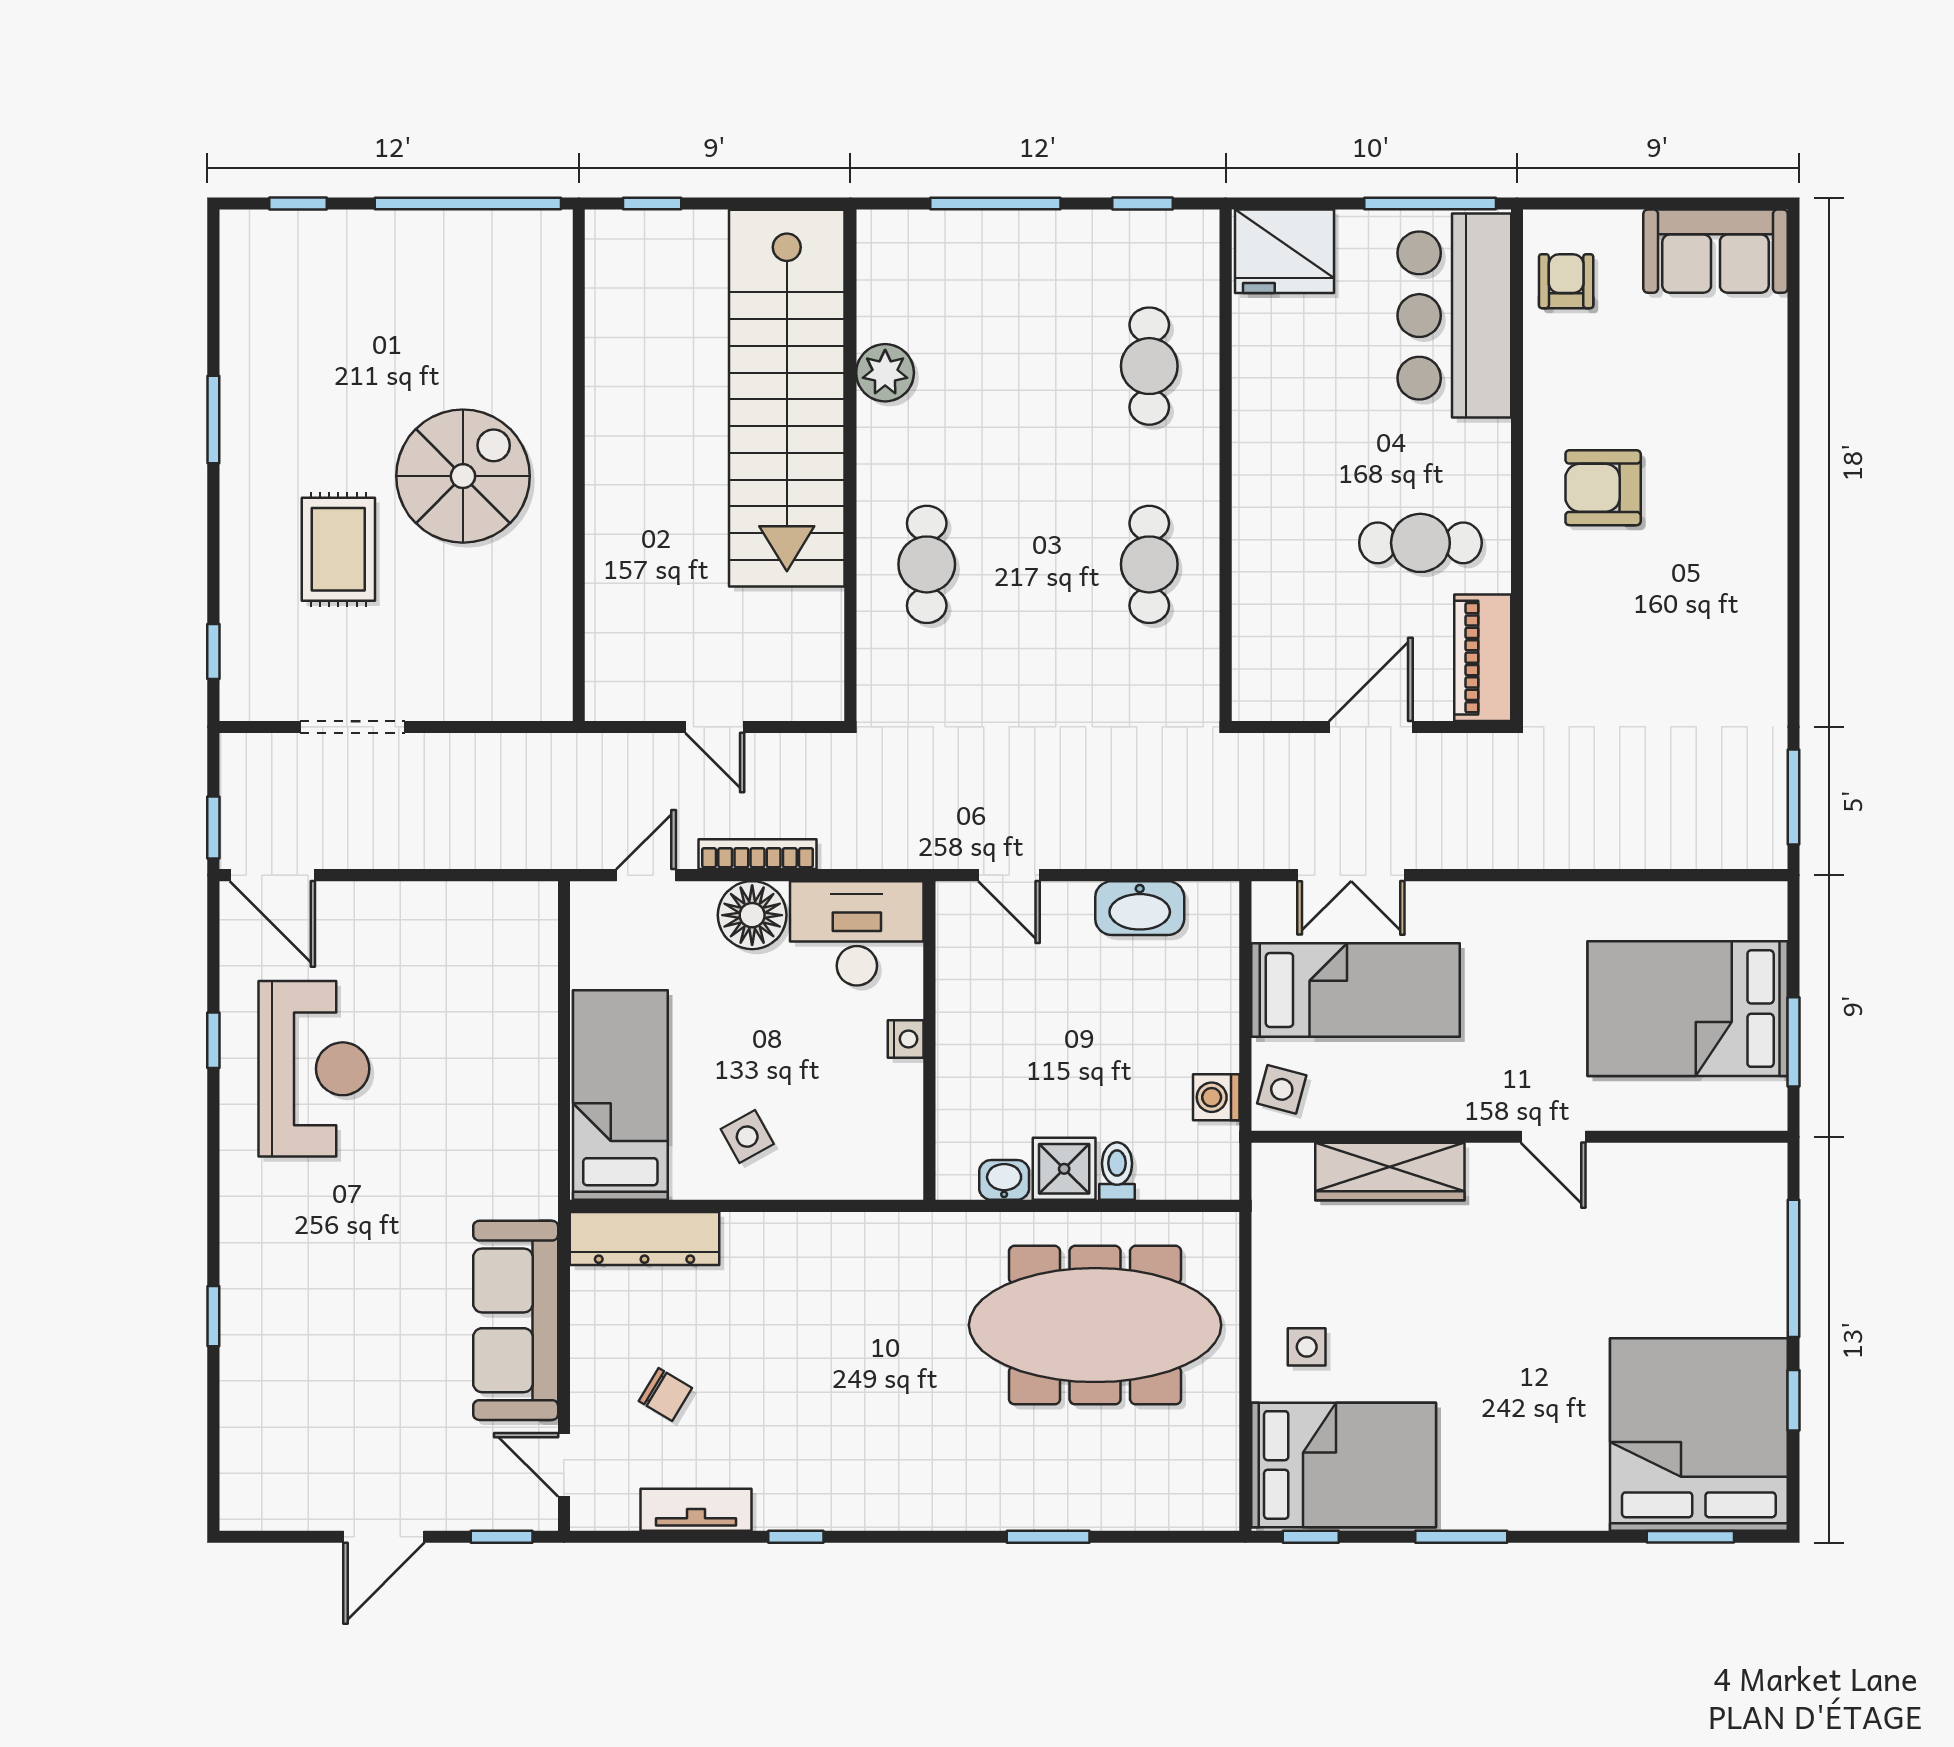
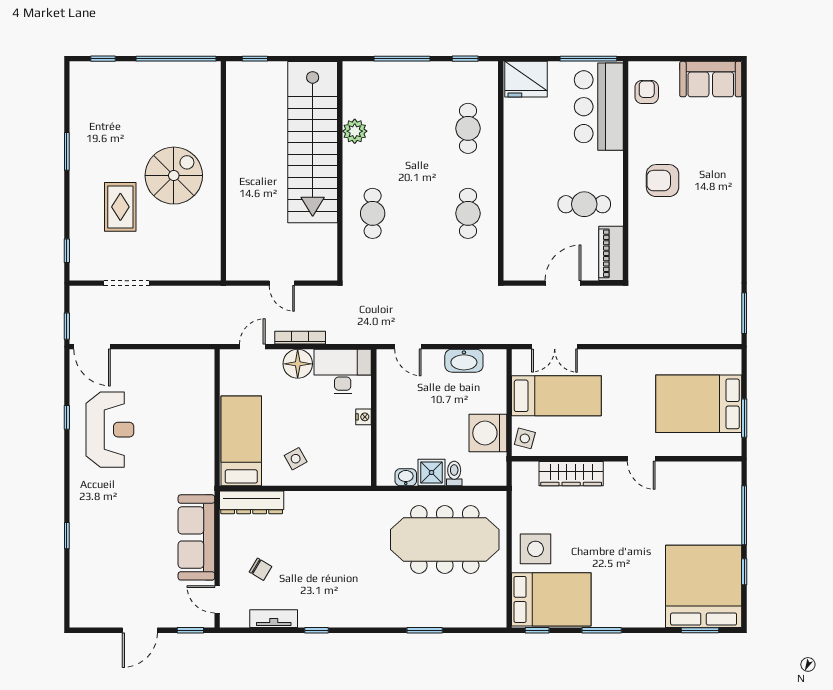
washing machine: (1216, 1097) -> (488, 433), width x1.89, depth x1.89
side table: (1307, 1347) -> (535, 549), width x1.87, depth x1.87

